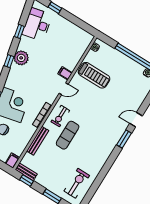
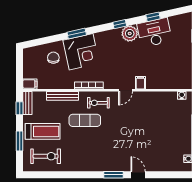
desk: (37, 24) -> (154, 32), moved
treadmill: (94, 75) -> (43, 131), moved, turned -90
door: (64, 89) -> (125, 90), hinge flipped

